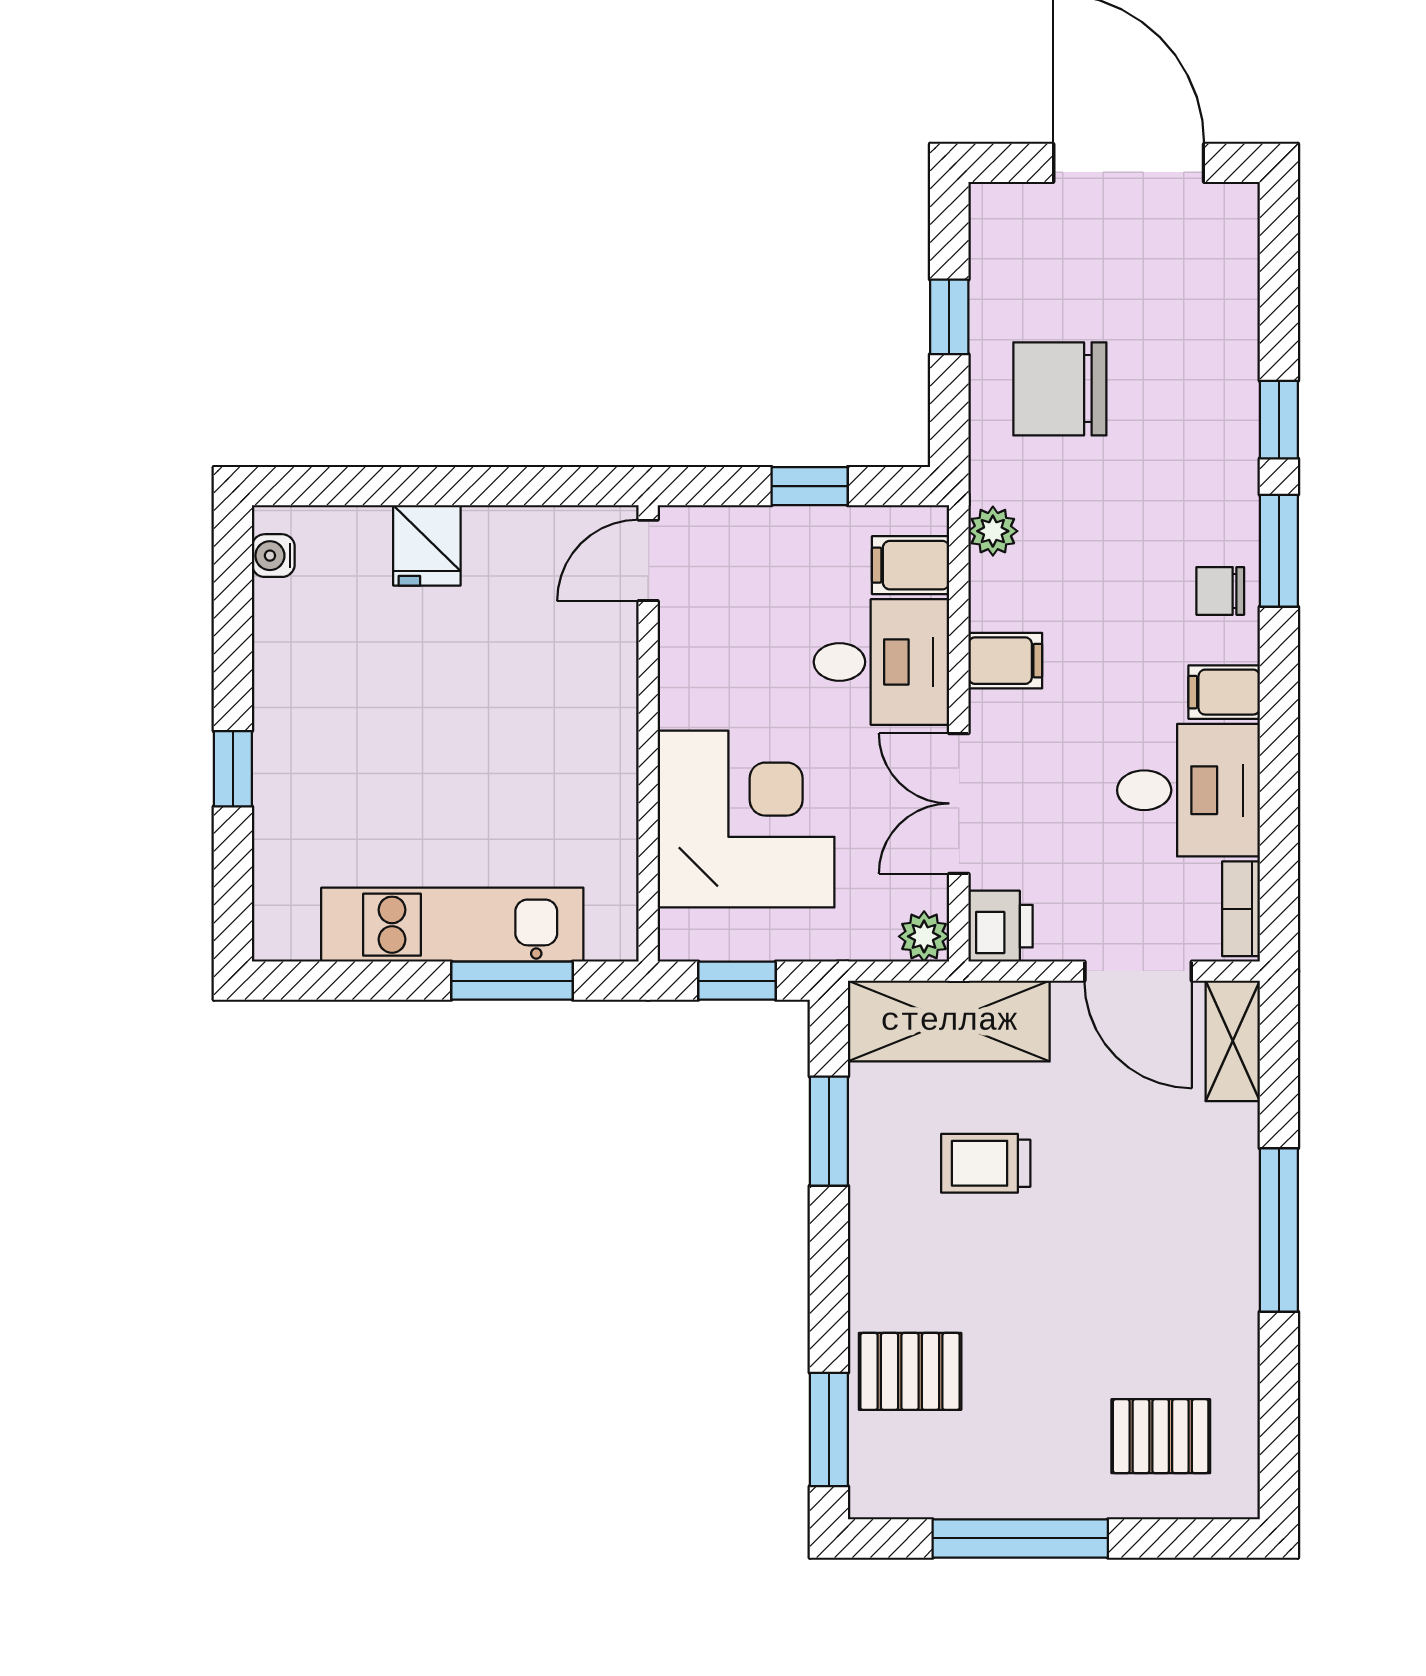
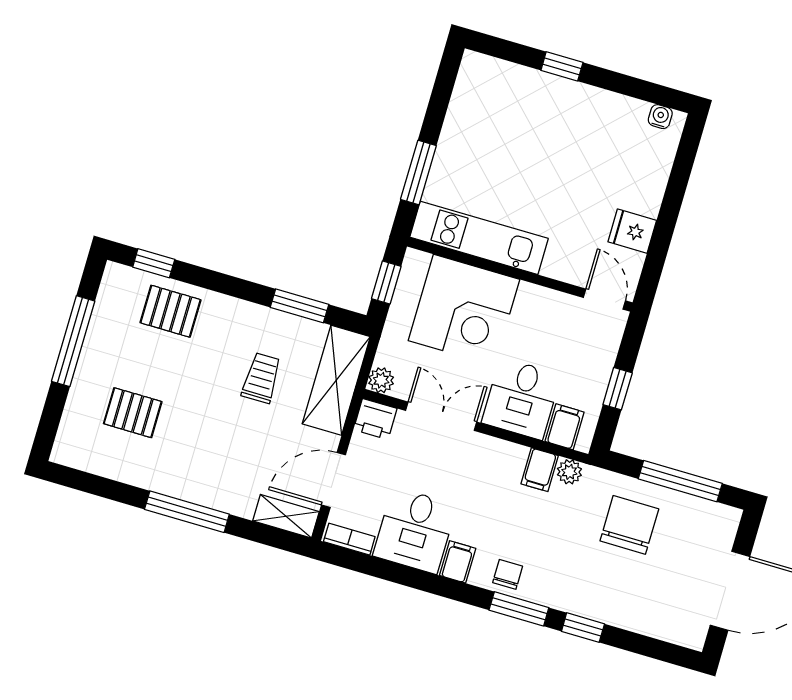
window: (949, 317) -> (680, 481), width x2.17
fridge: (427, 545) -> (632, 231), moved
filing cabinet: (1005, 661) -> (540, 470), moved
kitchen unit: (452, 925) -> (479, 238), moved, turned -90
pallet: (910, 1371) -> (171, 311), turned 90
window: (829, 1429) -> (154, 263), width x0.67
pallet: (1161, 1436) -> (133, 413), moved, turned 90

